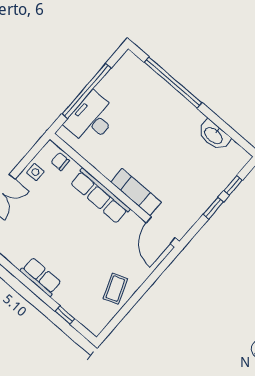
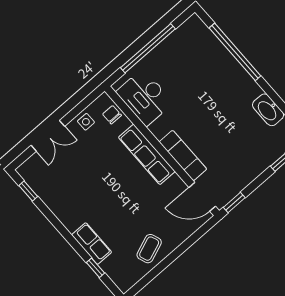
desk: (92, 119) -> (145, 97), moved, turned -90
window: (213, 208) -> (234, 202), moved
door: (161, 230) -> (202, 197), hinge flipped
row of seats: (41, 277) -> (92, 244), moved

